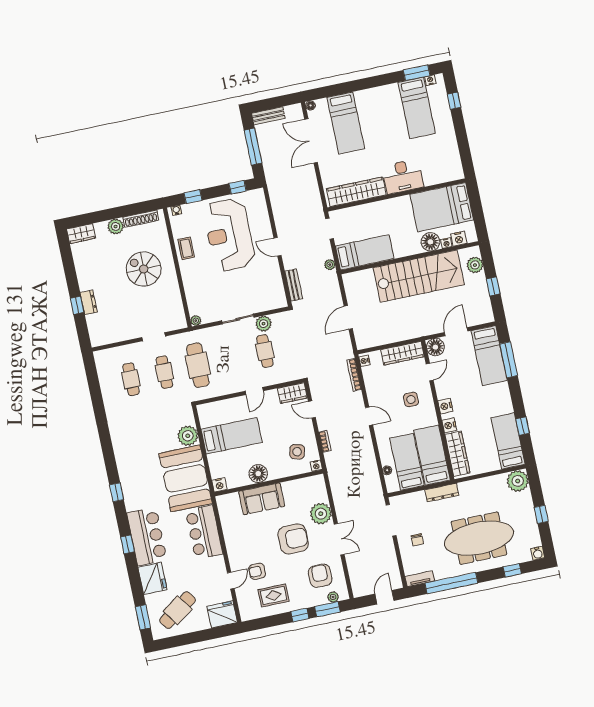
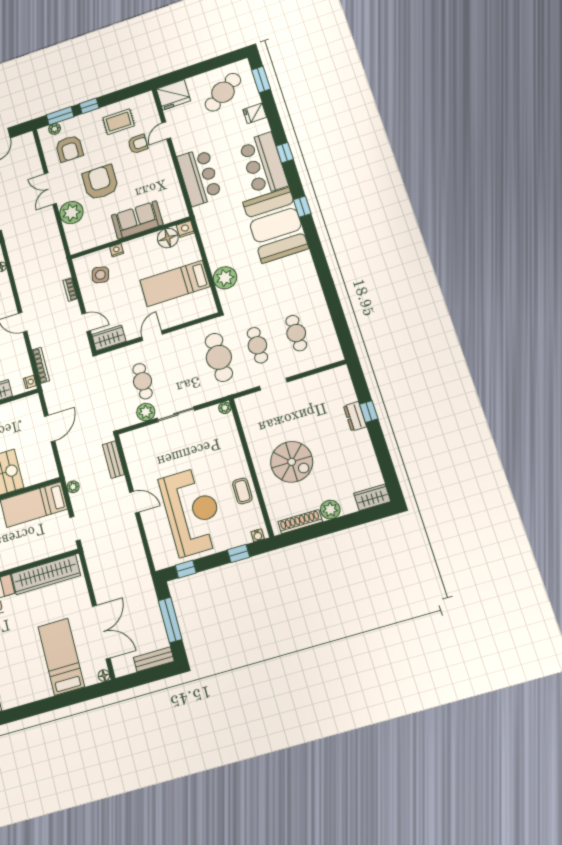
nightstand: (316, 466) -> (117, 250), moved
floor lamp: (258, 474) -> (168, 238), moved
booth: (186, 478) -> (276, 225), moved
armchair: (293, 539) -> (100, 182), turned 90
fridge: (152, 578) -> (255, 113), width x0.53, depth x0.75

